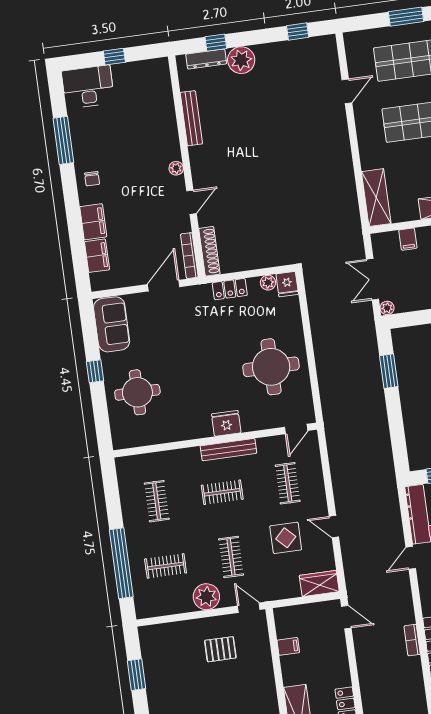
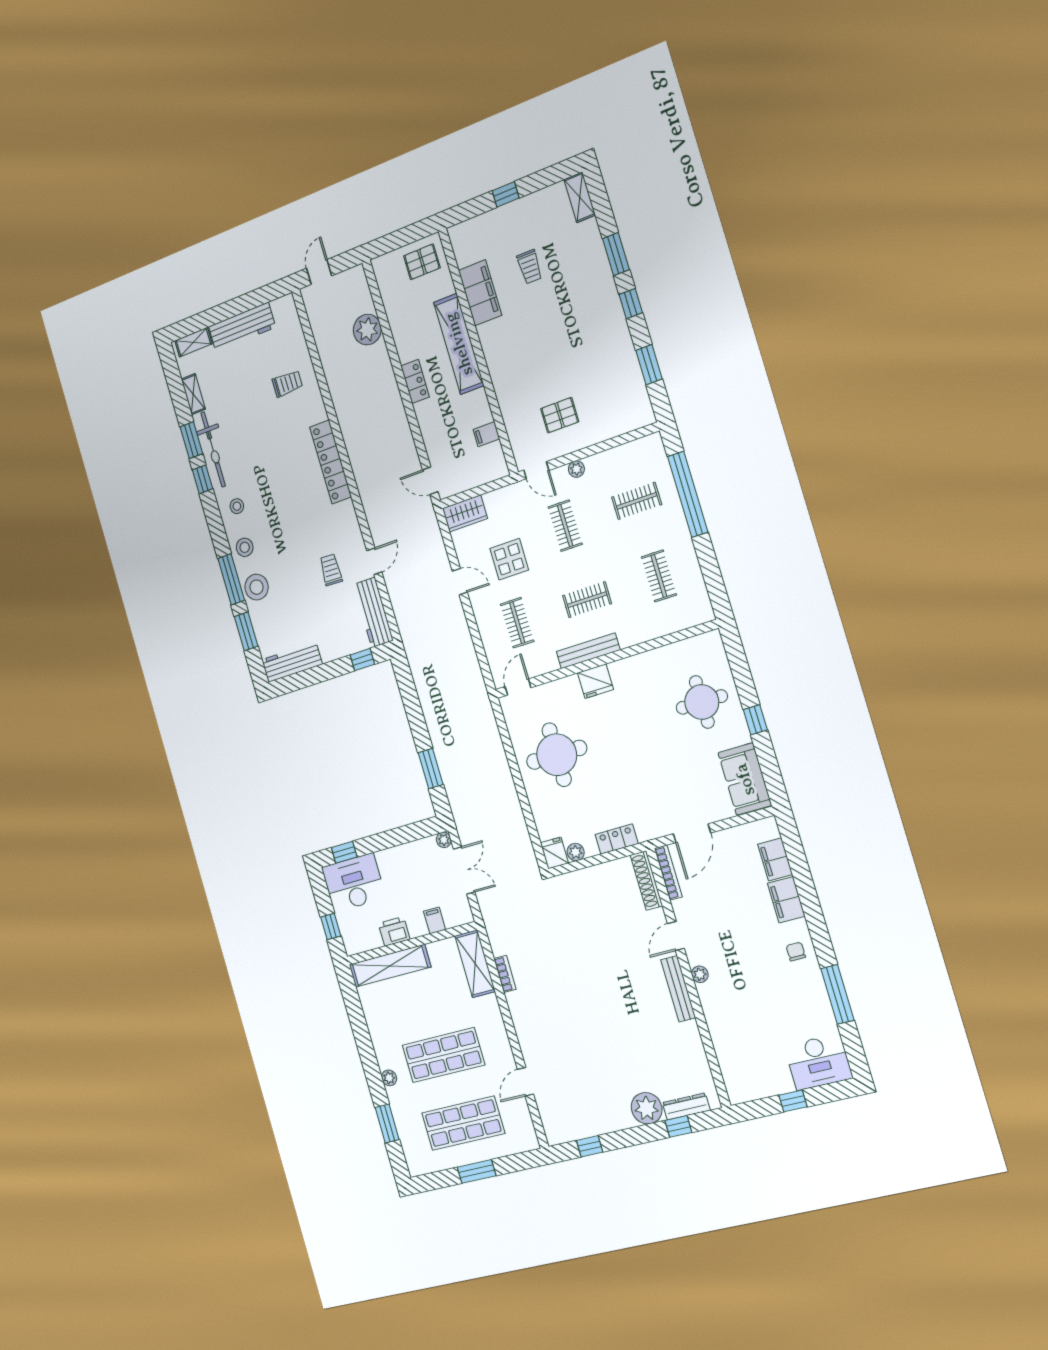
bench: (191, 118) -> (678, 989), moved
plant: (206, 597) -> (576, 469), width x0.53, depth x0.53
bookcase: (412, 640) -> (505, 974), moved

